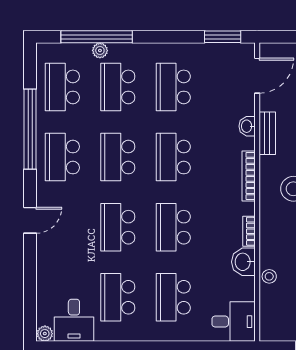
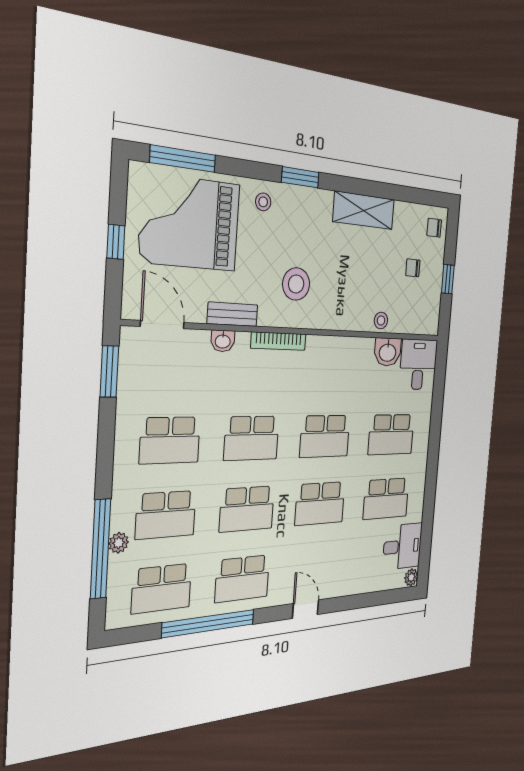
bookcase: (249, 231) -> (336, 343), removed
washbasin: (243, 262) -> (388, 352), moved

